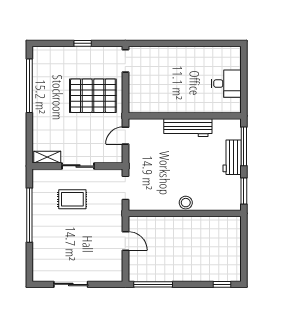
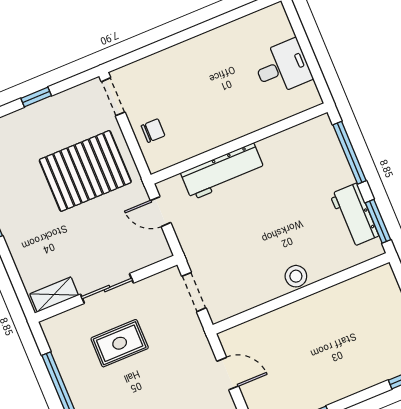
chair: (140, 89) -> (153, 131), added
workbench: (188, 128) -> (223, 171), moved
door: (125, 136) -> (161, 212), hinge flipped
workbench: (232, 157) -> (354, 215), moved

